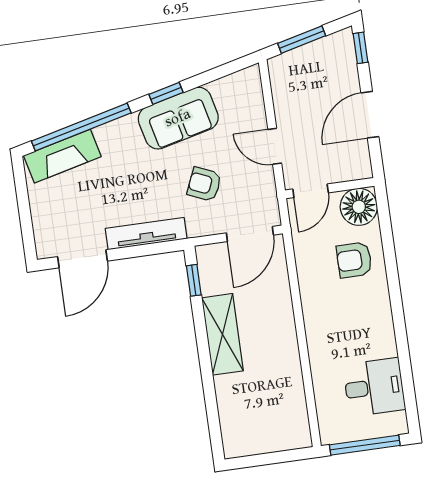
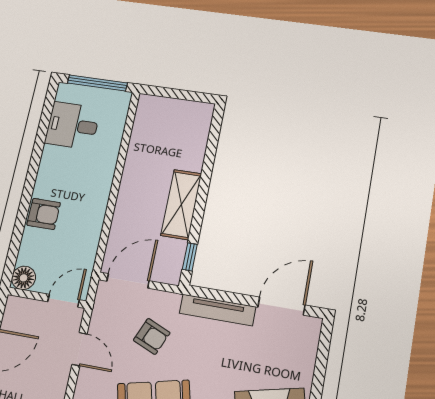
floor lamp: (359, 207) -> (24, 278), width x0.73, depth x0.73
armchair: (354, 260) -> (44, 214), moved

